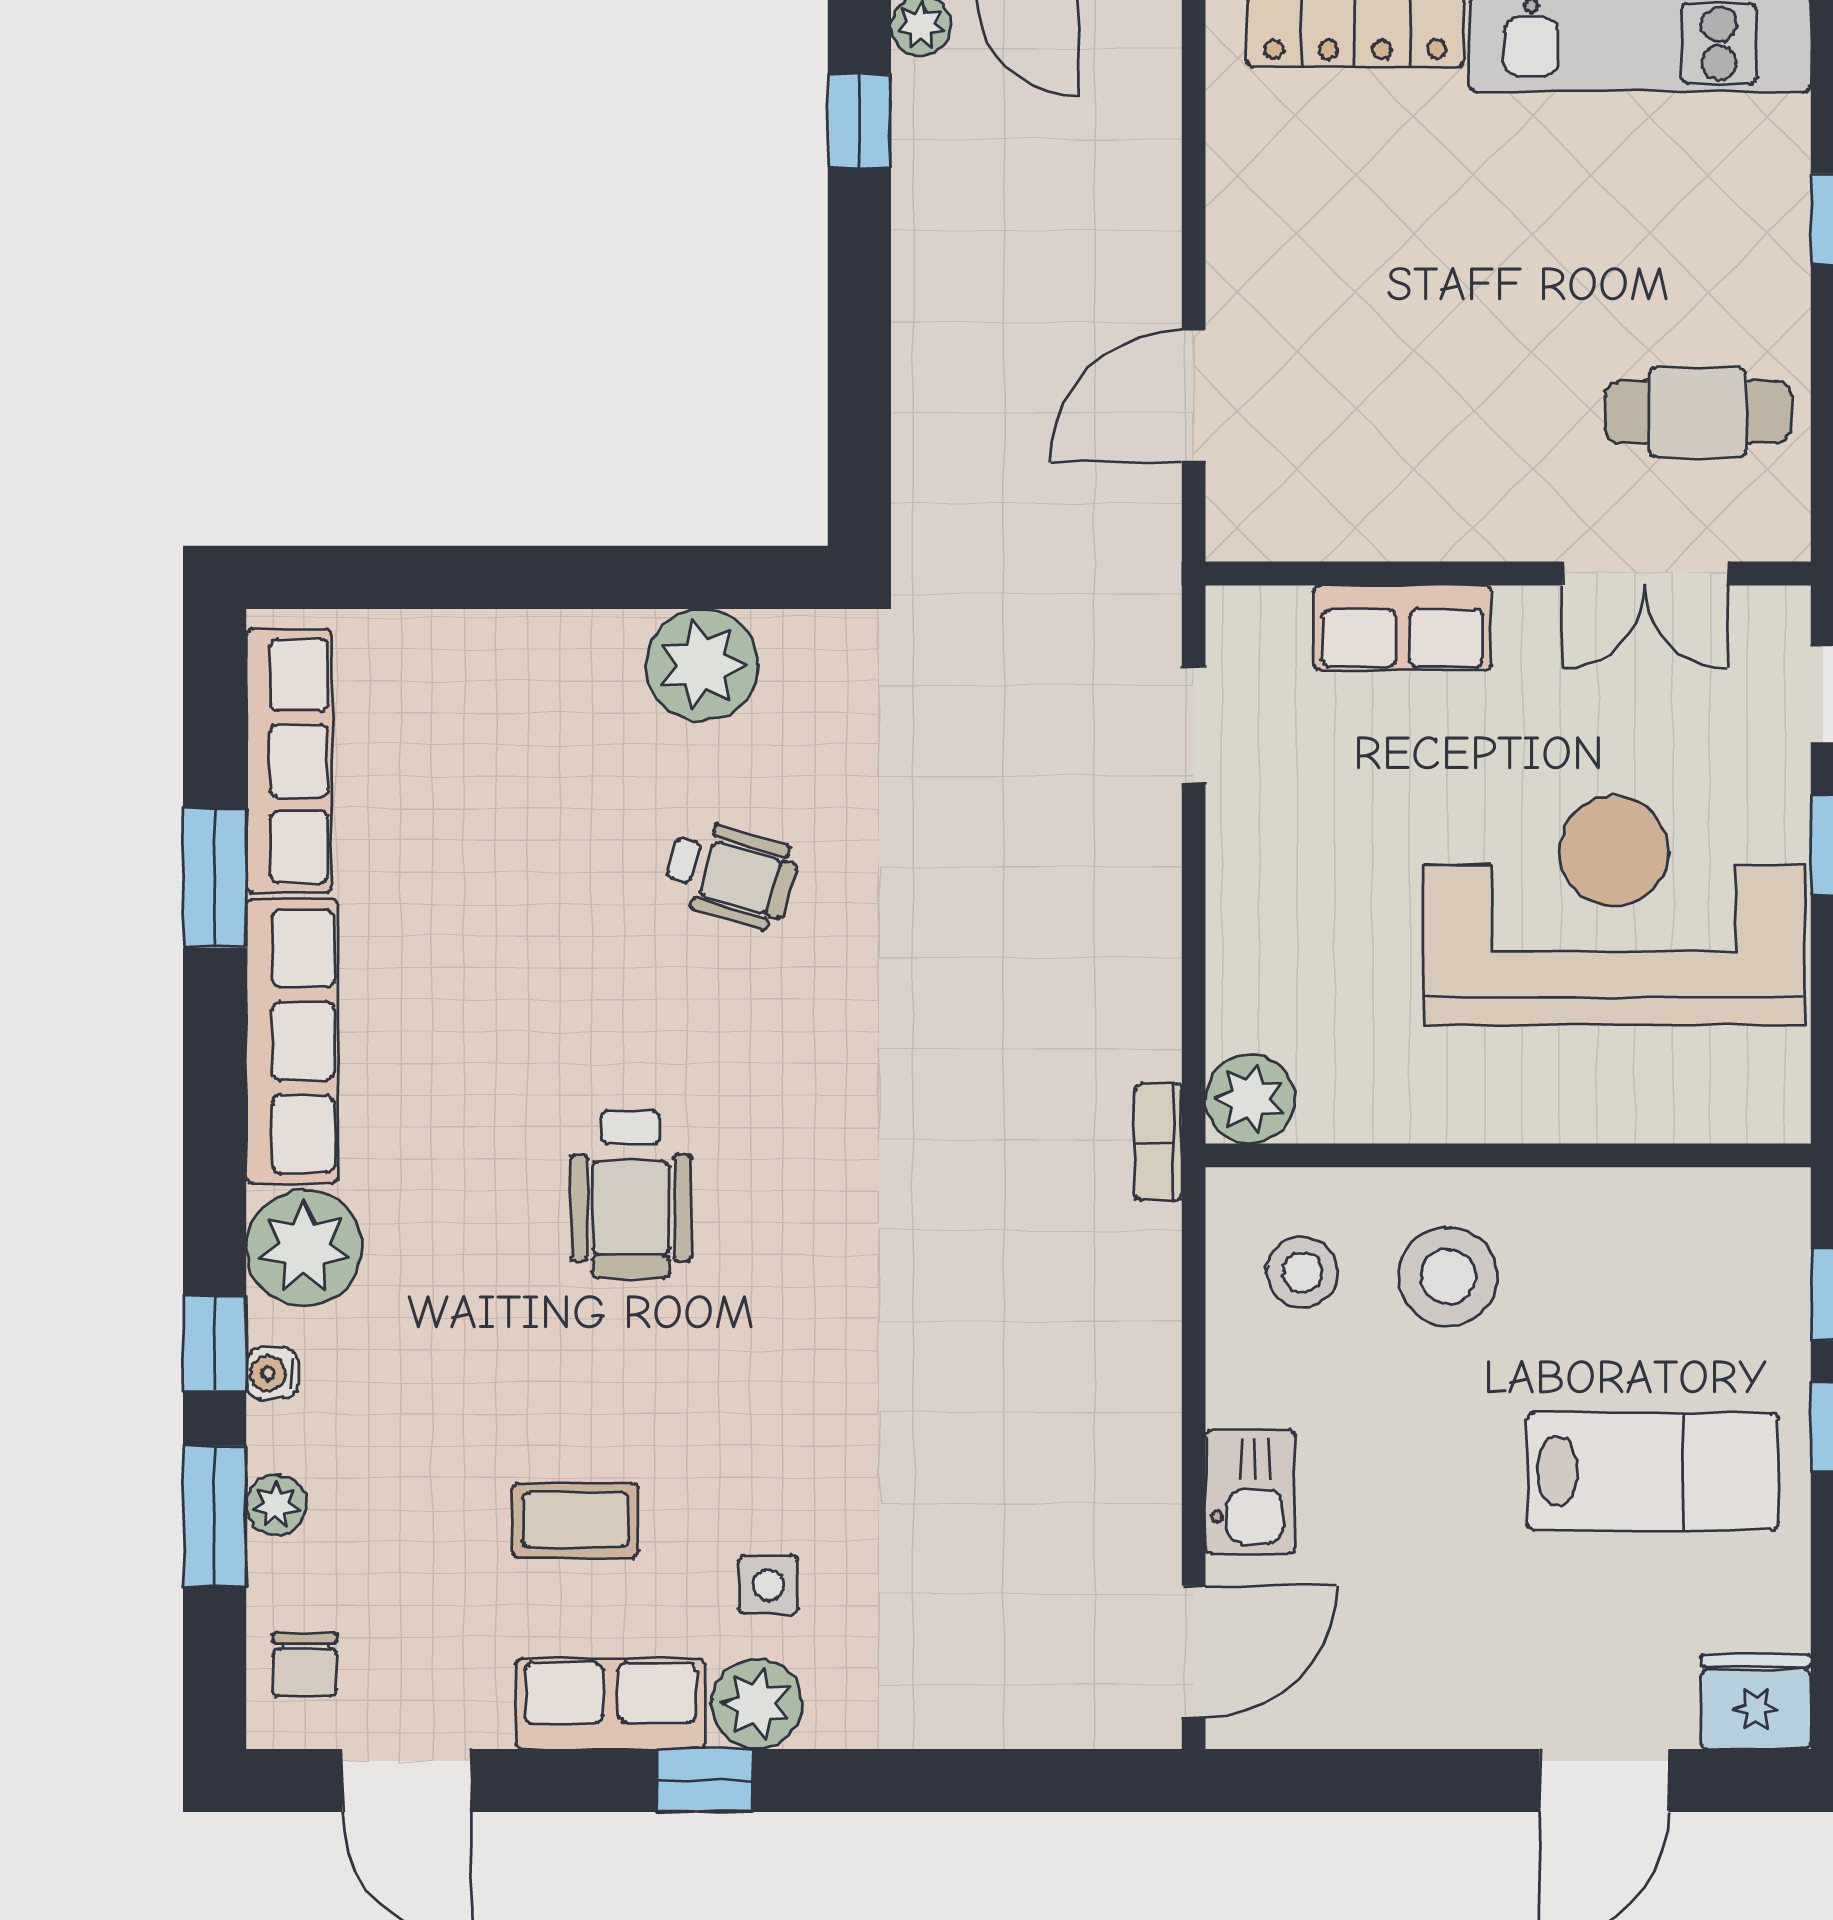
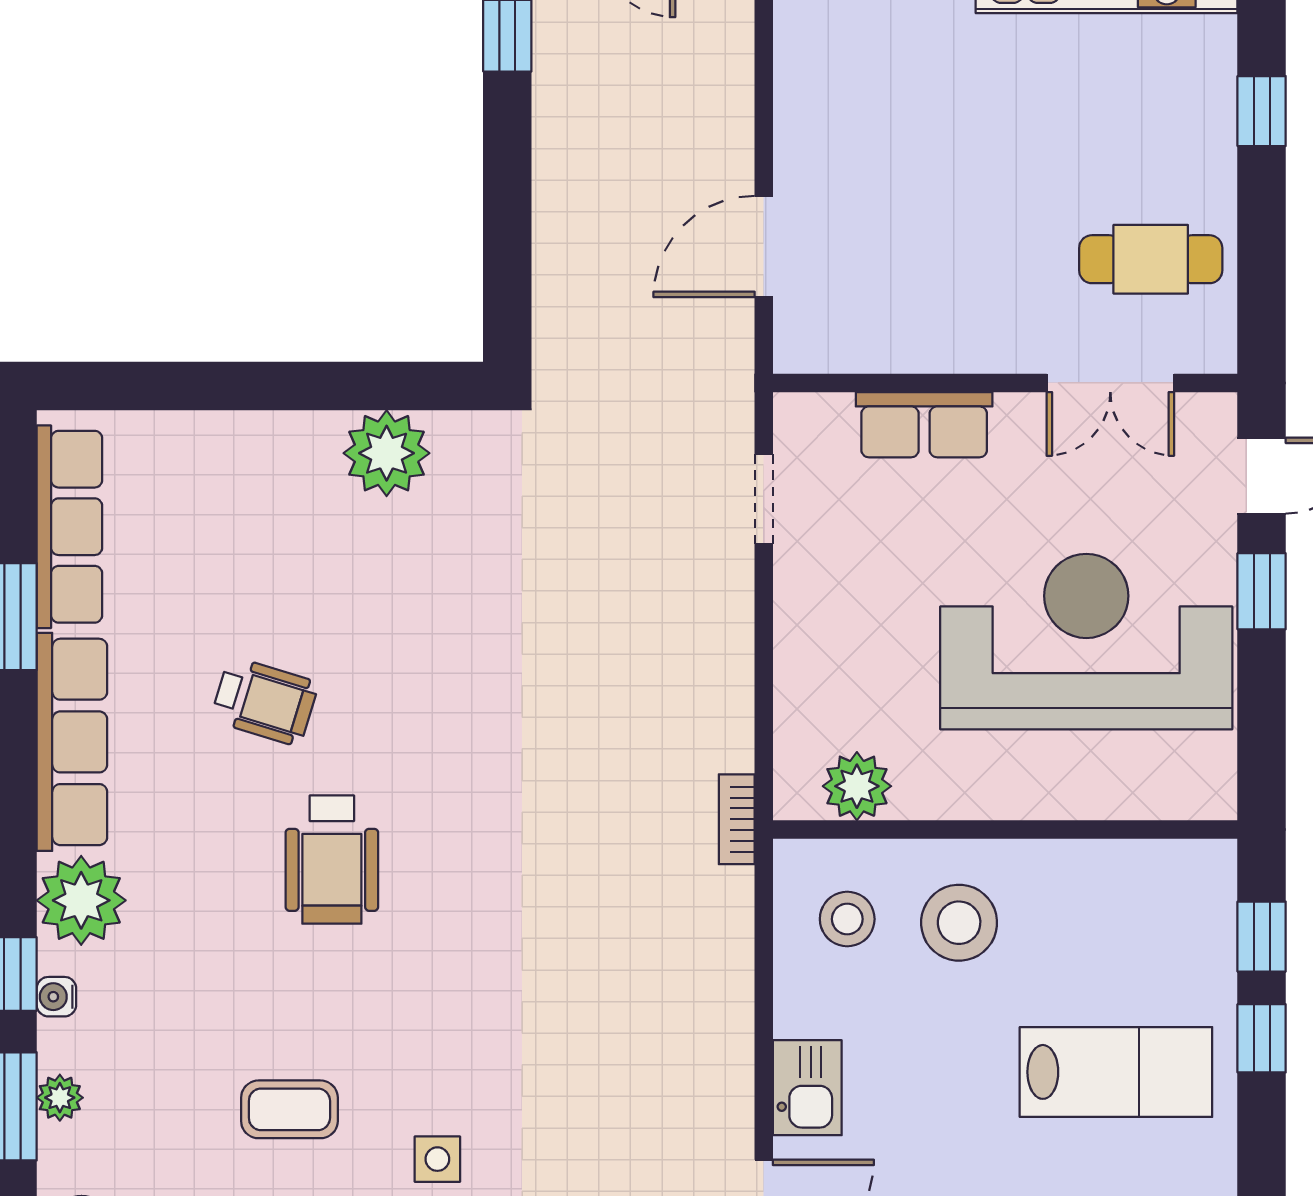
wheelchair: (731, 875) -> (265, 701), moved
plant: (1250, 1099) -> (857, 786), moved

